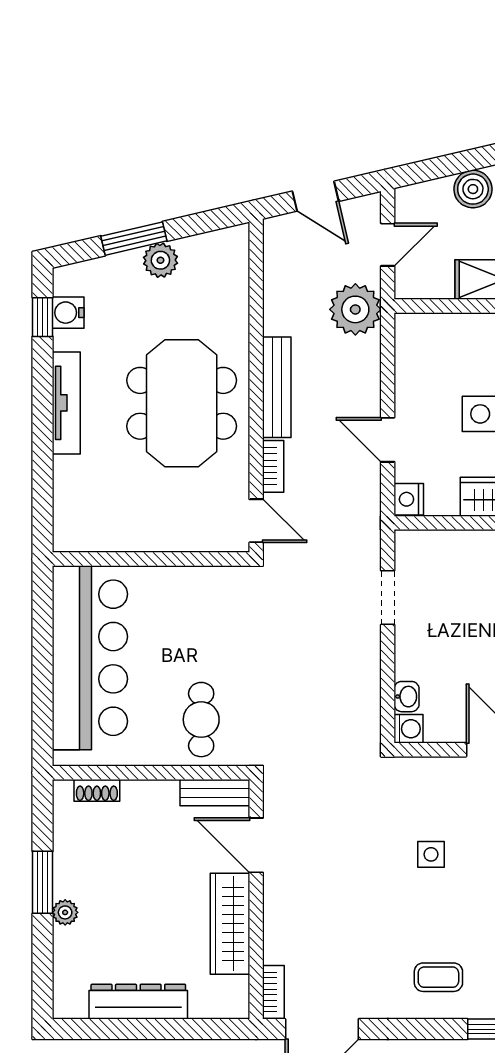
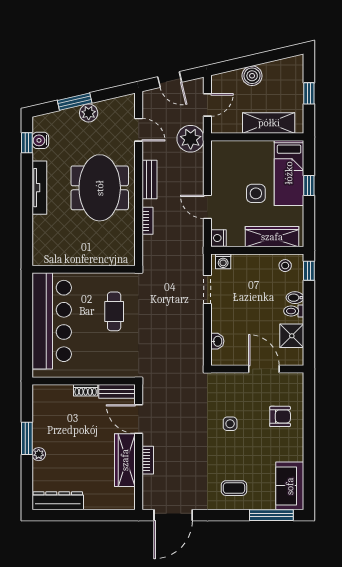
bench: (277, 387) -> (149, 179), width x0.73
door: (256, 521) -> (139, 130), moved
cafe table: (201, 720) -> (114, 311), moved
washing machine: (409, 729) -> (223, 261), moved, turned 90
shoe rack: (97, 790) -> (86, 390), moved
bookcase: (273, 992) -> (148, 460), moved
dresser: (138, 1002) -> (58, 501), moved

